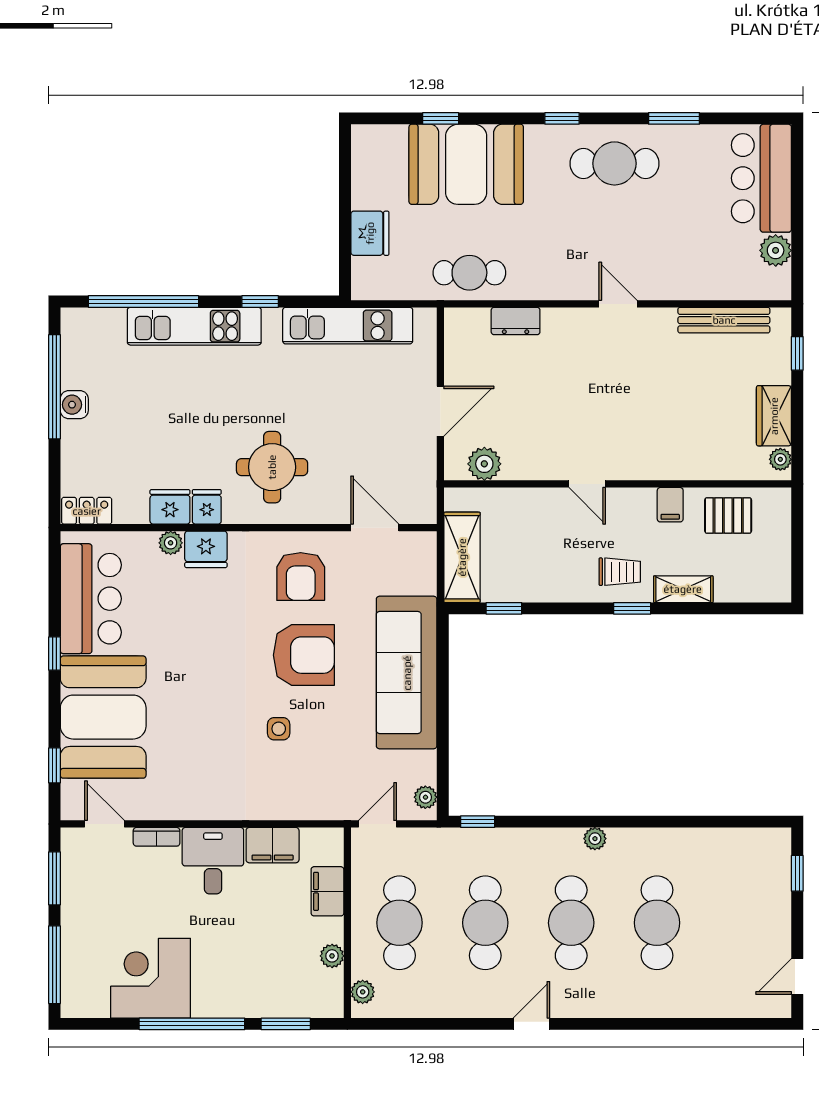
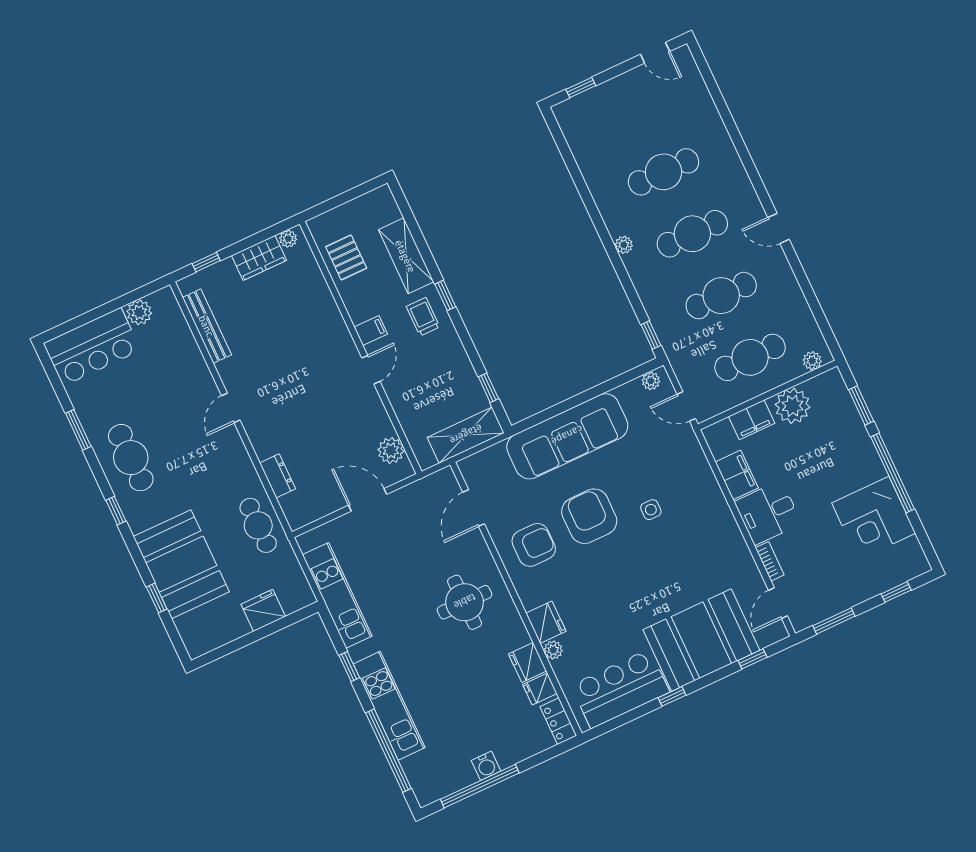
filing cabinet: (670, 505) -> (371, 330), moved
fridge: (207, 507) -> (540, 689), moved
shelving: (683, 589) -> (406, 256), width x1.50, depth x1.33
plant: (332, 956) -> (793, 406), width x1.88, depth x1.88
window: (54, 965) -> (896, 592), width x0.46

